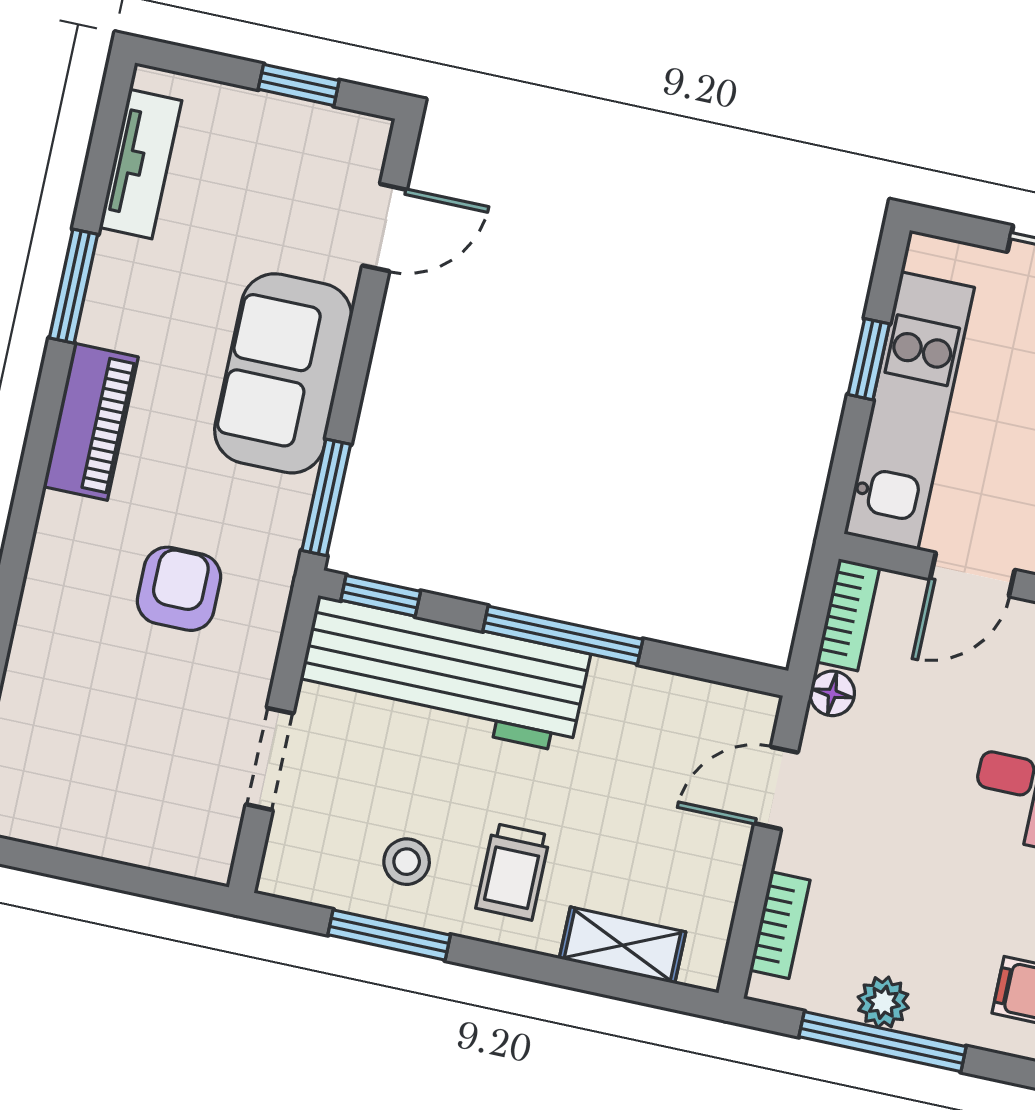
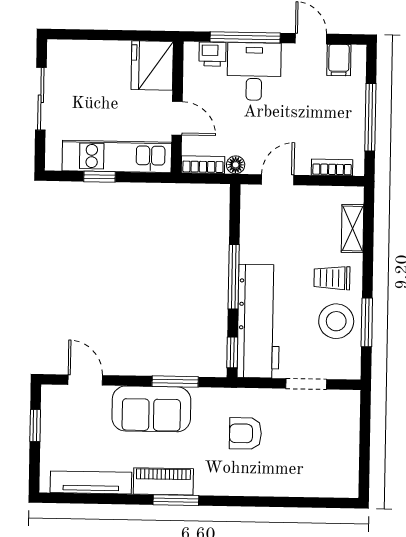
tv unit: (141, 164) -> (91, 482), width x1.41
window: (73, 286) -> (176, 500), moved
piano: (91, 422) -> (163, 481), moved
window: (326, 497) -> (175, 382), moved
door: (776, 788) -> (278, 180), swing flipped
stool: (407, 862) -> (336, 321), width x1.89, depth x1.89
trolley: (513, 872) -> (332, 278), turned 180
plant: (883, 1002) -> (355, 120), removed

